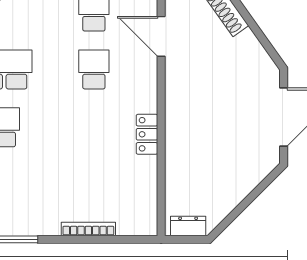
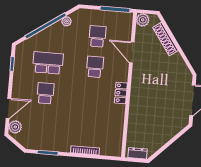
locker: (147, 134) -> (121, 93), moved

